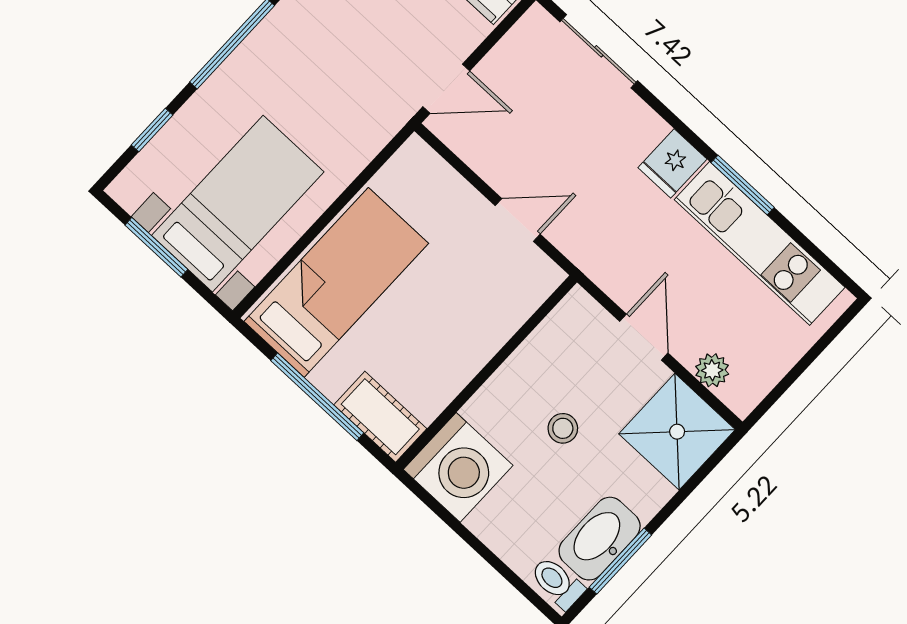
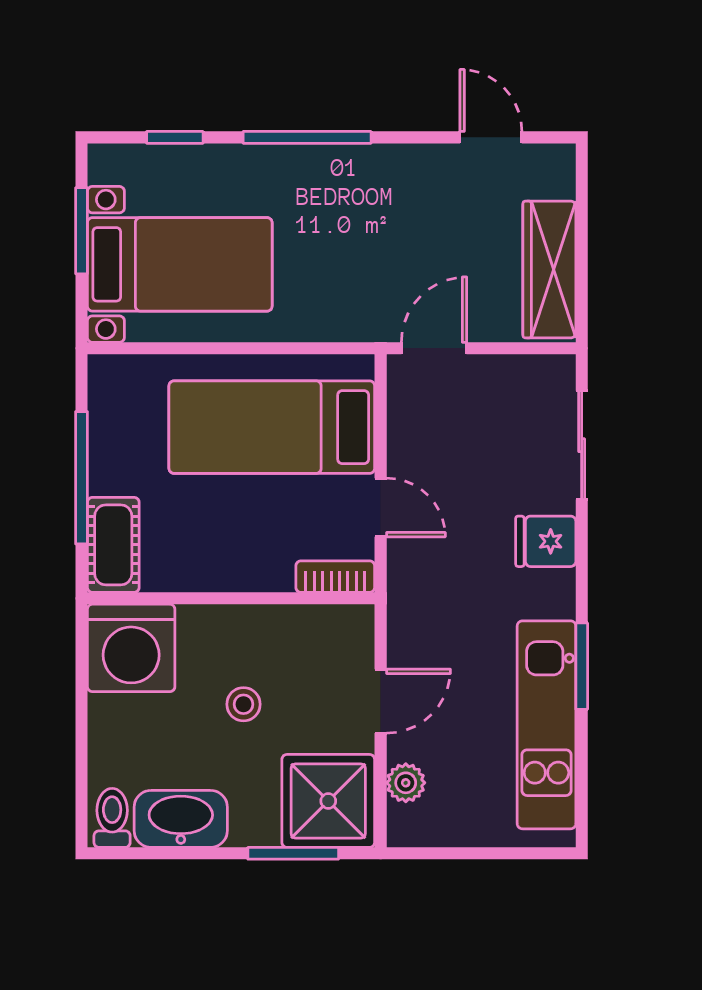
door: (446, 89) -> (434, 348), swing flipped
fridge: (672, 163) -> (546, 541), moved
bed: (336, 282) -> (272, 427), moved, turned 180
bookcase: (535, 291) -> (335, 577), added
window: (620, 561) -> (293, 853), moved

